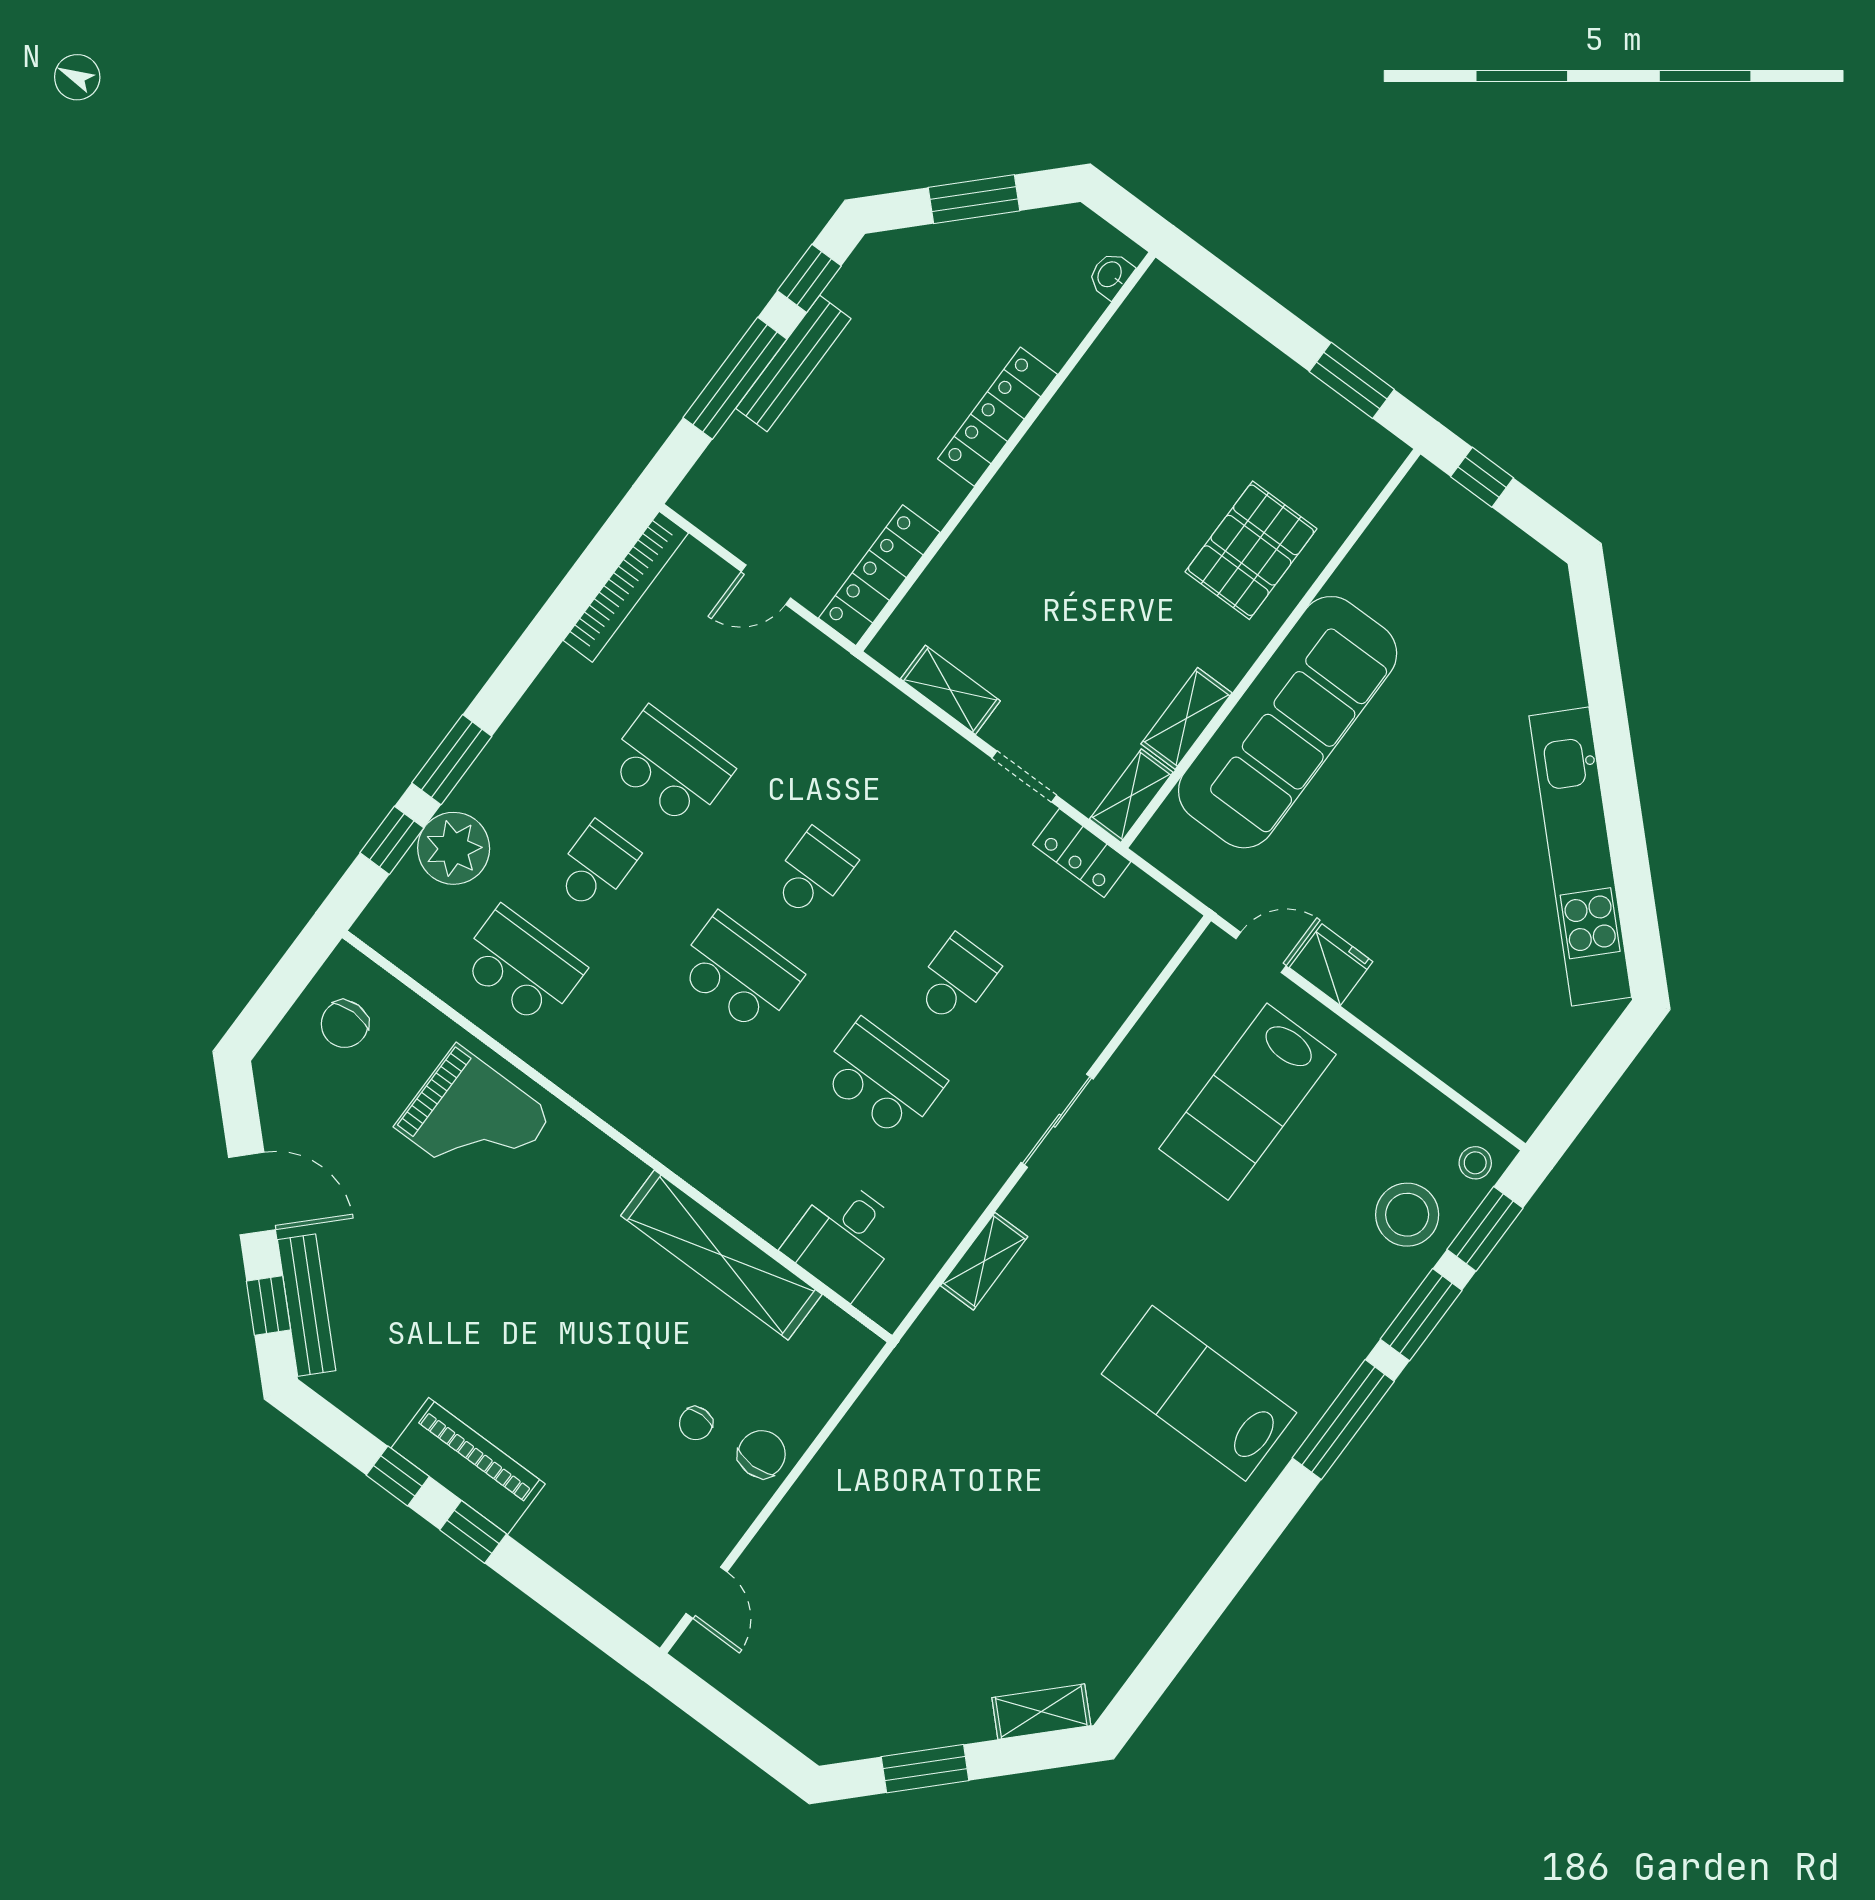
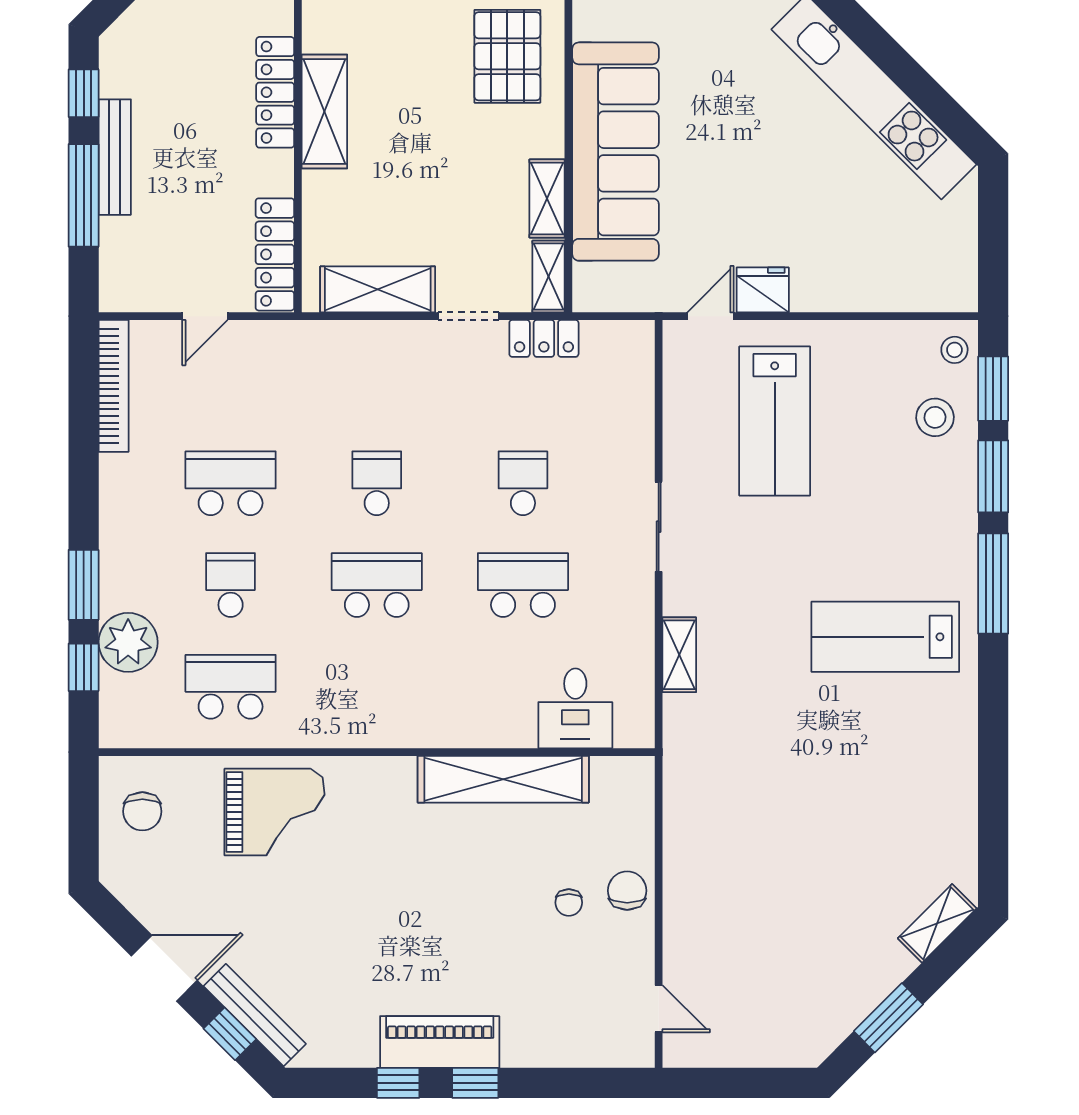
shelving: (1032, 471) -> (324, 112), added
shelving: (950, 690) -> (378, 289), width x1.50, depth x1.33
stool: (1407, 1215) -> (935, 417), width x0.73, depth x0.73

